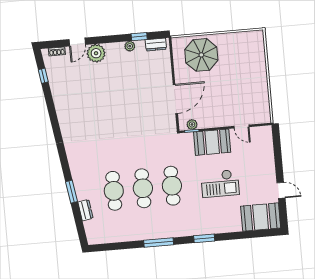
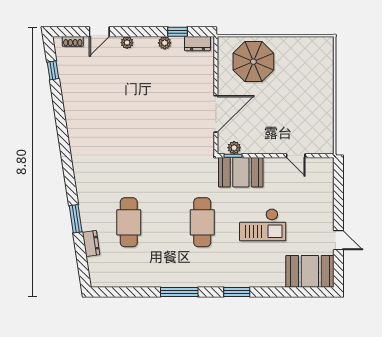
plant: (96, 53) -> (127, 43), width x0.53, depth x0.53
booth: (212, 142) -> (241, 172), moved
cafe table: (143, 188) -> (165, 222), removed

